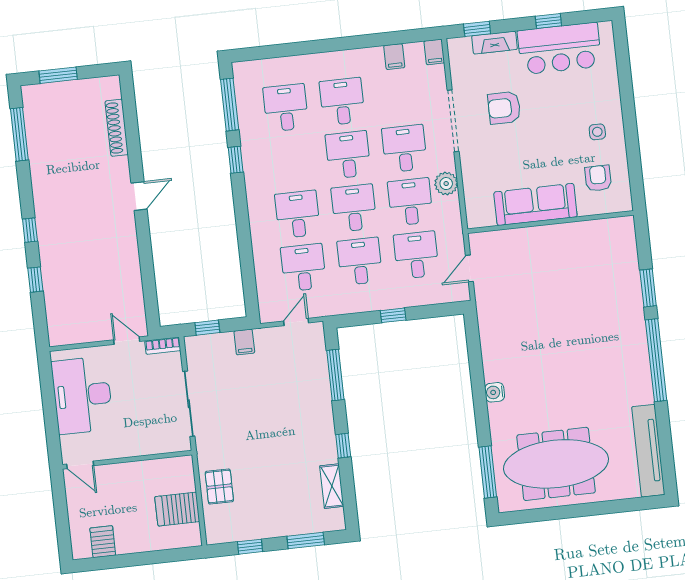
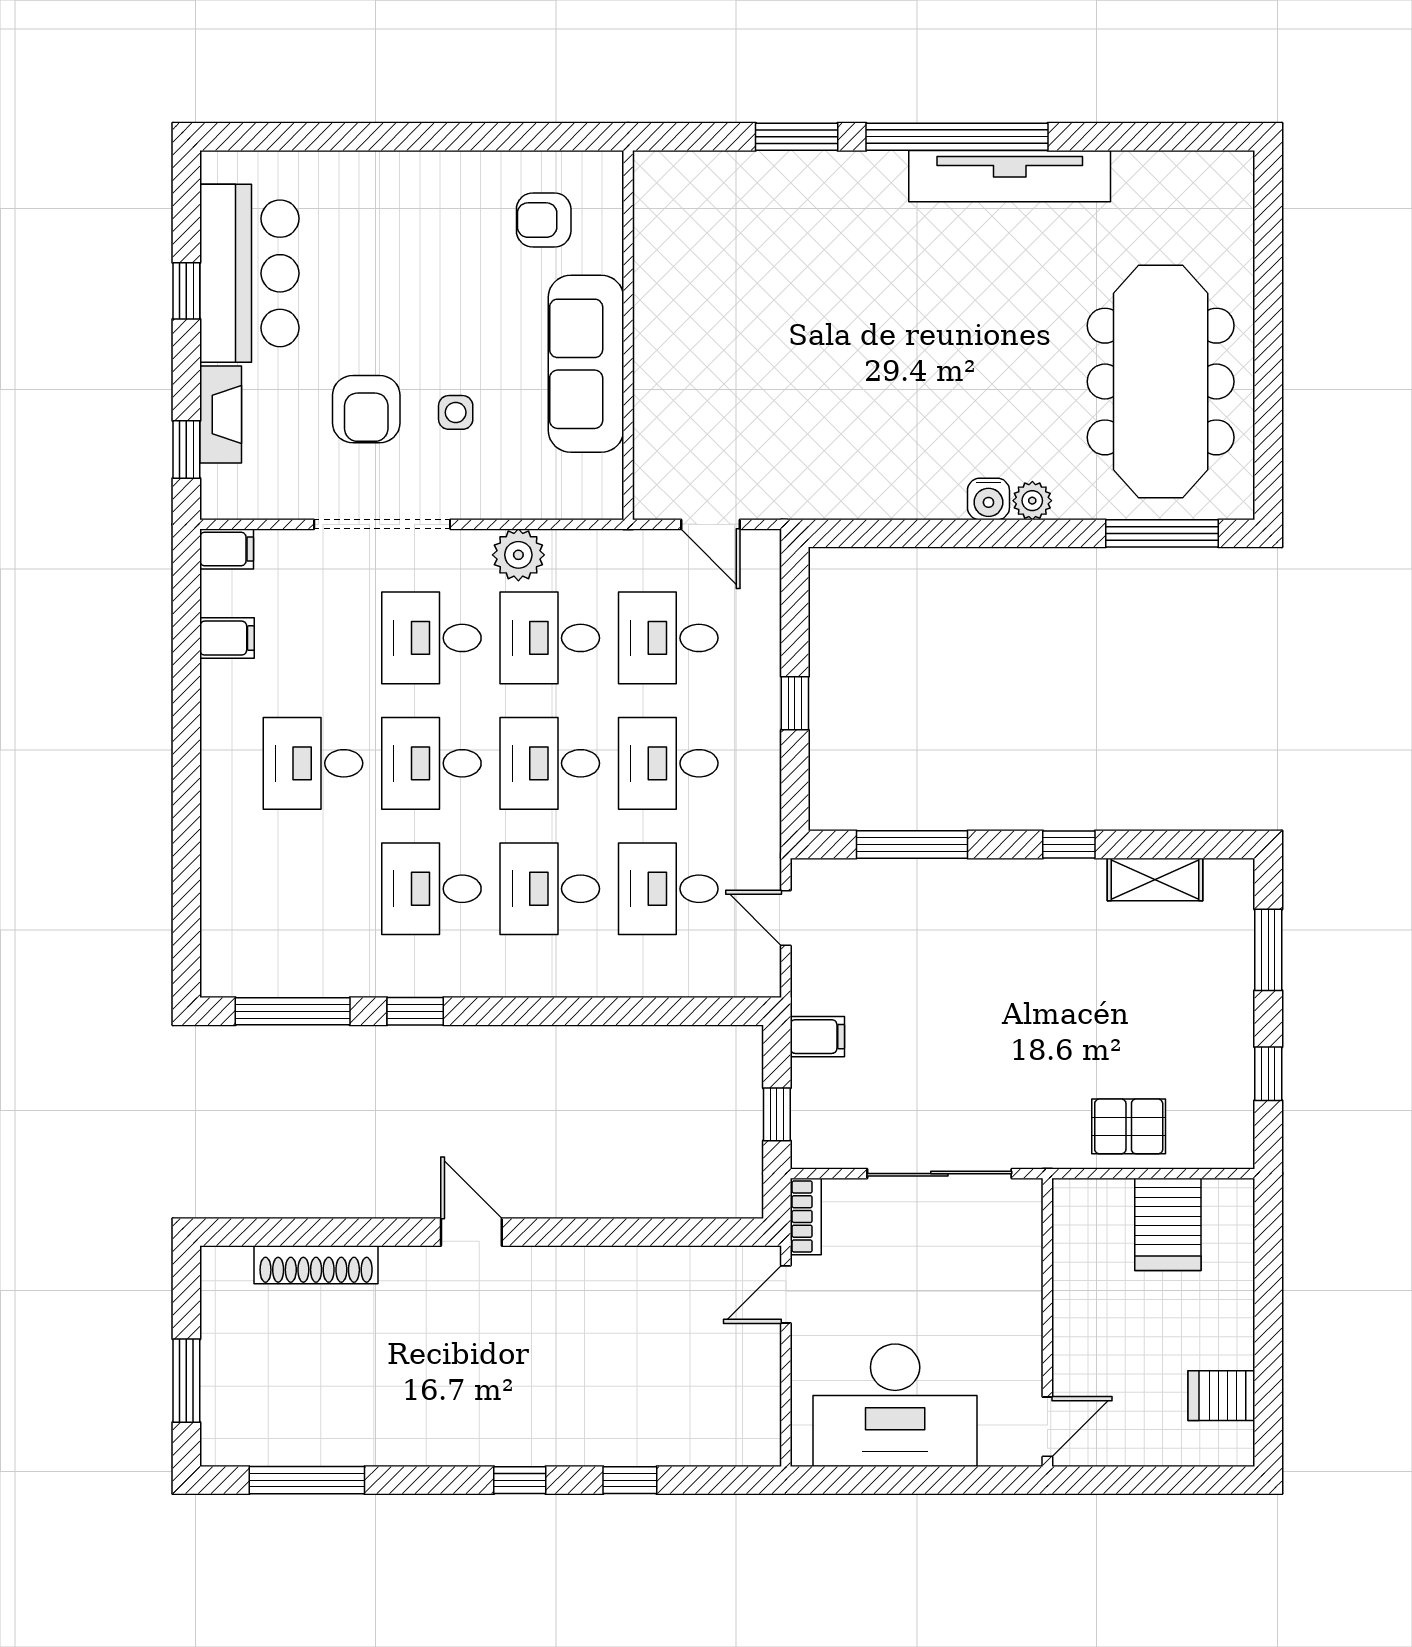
desk: (286, 108) -> (431, 889), moved
side table: (597, 132) -> (456, 412), moved
plant: (496, 412) -> (1032, 501), added
tv unit: (648, 451) -> (1010, 176), moved

